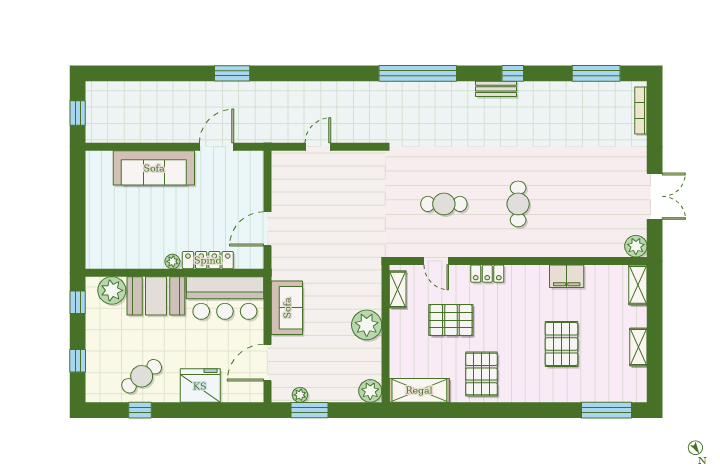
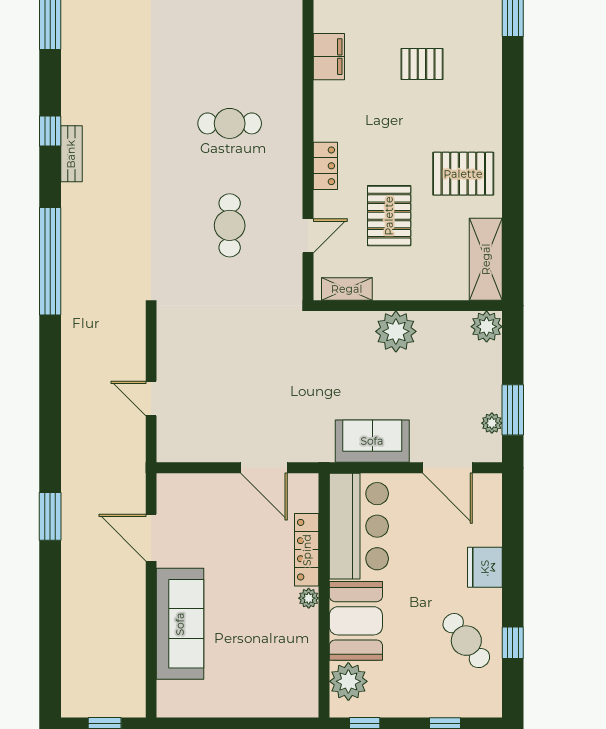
pallet: (561, 344) -> (422, 64), width x0.67, depth x0.71
fridge: (200, 386) -> (485, 567), width x0.73, depth x0.75

